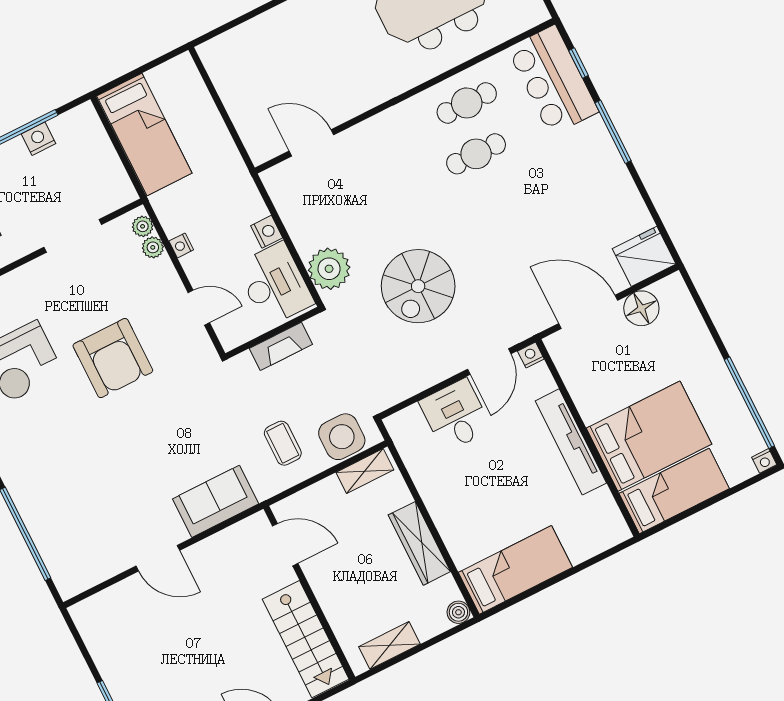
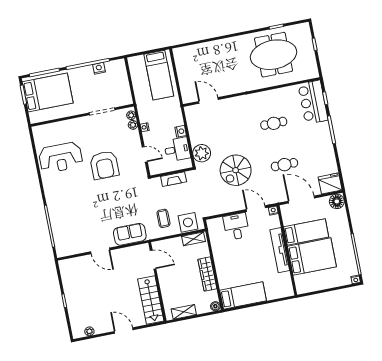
cafe table: (467, 103) -> (284, 165), moved
bed: (144, 135) -> (159, 75), moved
desk: (275, 284) -> (177, 149), width x0.73
floor lamp: (641, 308) -> (337, 201), moved
door: (489, 362) -> (256, 209), swing flipped
bed: (674, 491) -> (306, 232), moved

